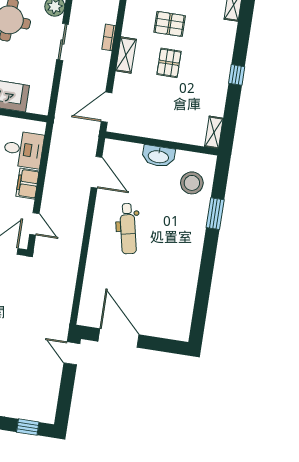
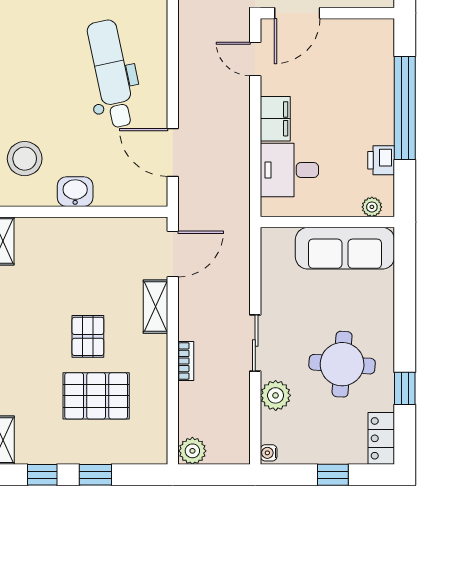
pallet: (170, 24) -> (96, 396), width x1.50, depth x1.42
shelving: (126, 55) -> (155, 307), moved
washbasin: (158, 156) -> (75, 192), width x0.72
dental chair: (128, 229) -> (111, 74), width x1.36, depth x1.38

